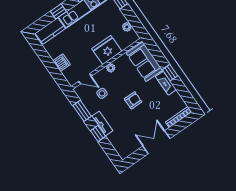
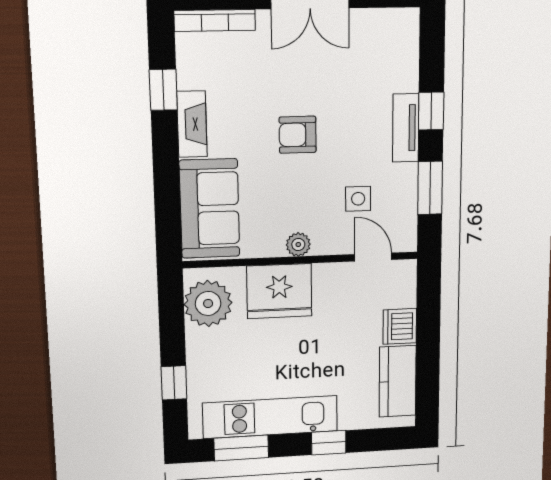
plant: (127, 27) -> (208, 303), width x1.88, depth x1.88
kitchen counter: (50, 31) -> (398, 381), moved, turned -90
window: (170, 73) -> (163, 90), moved

